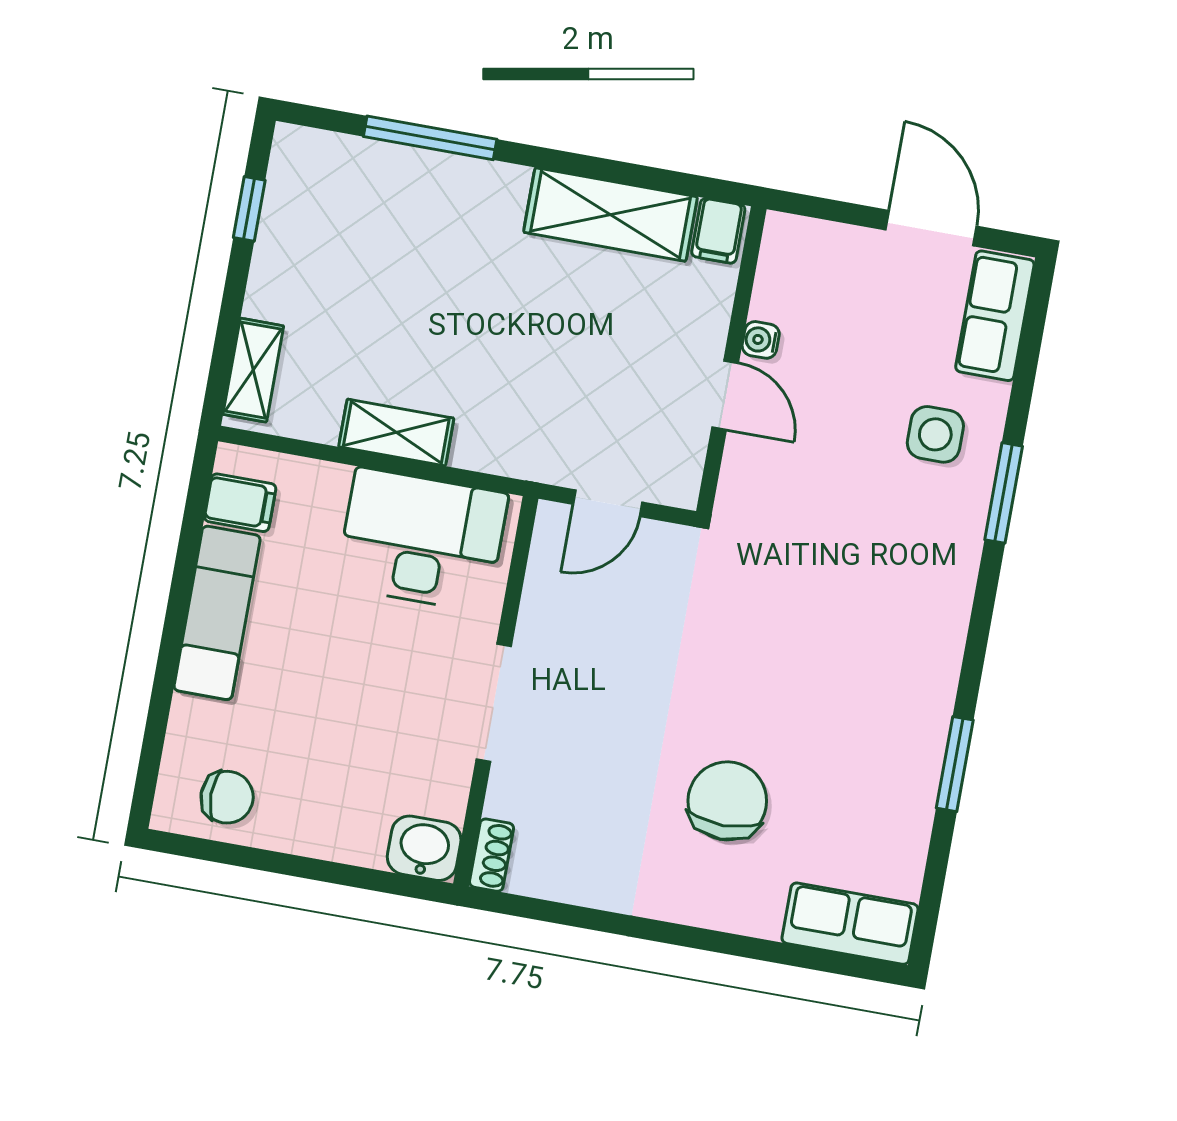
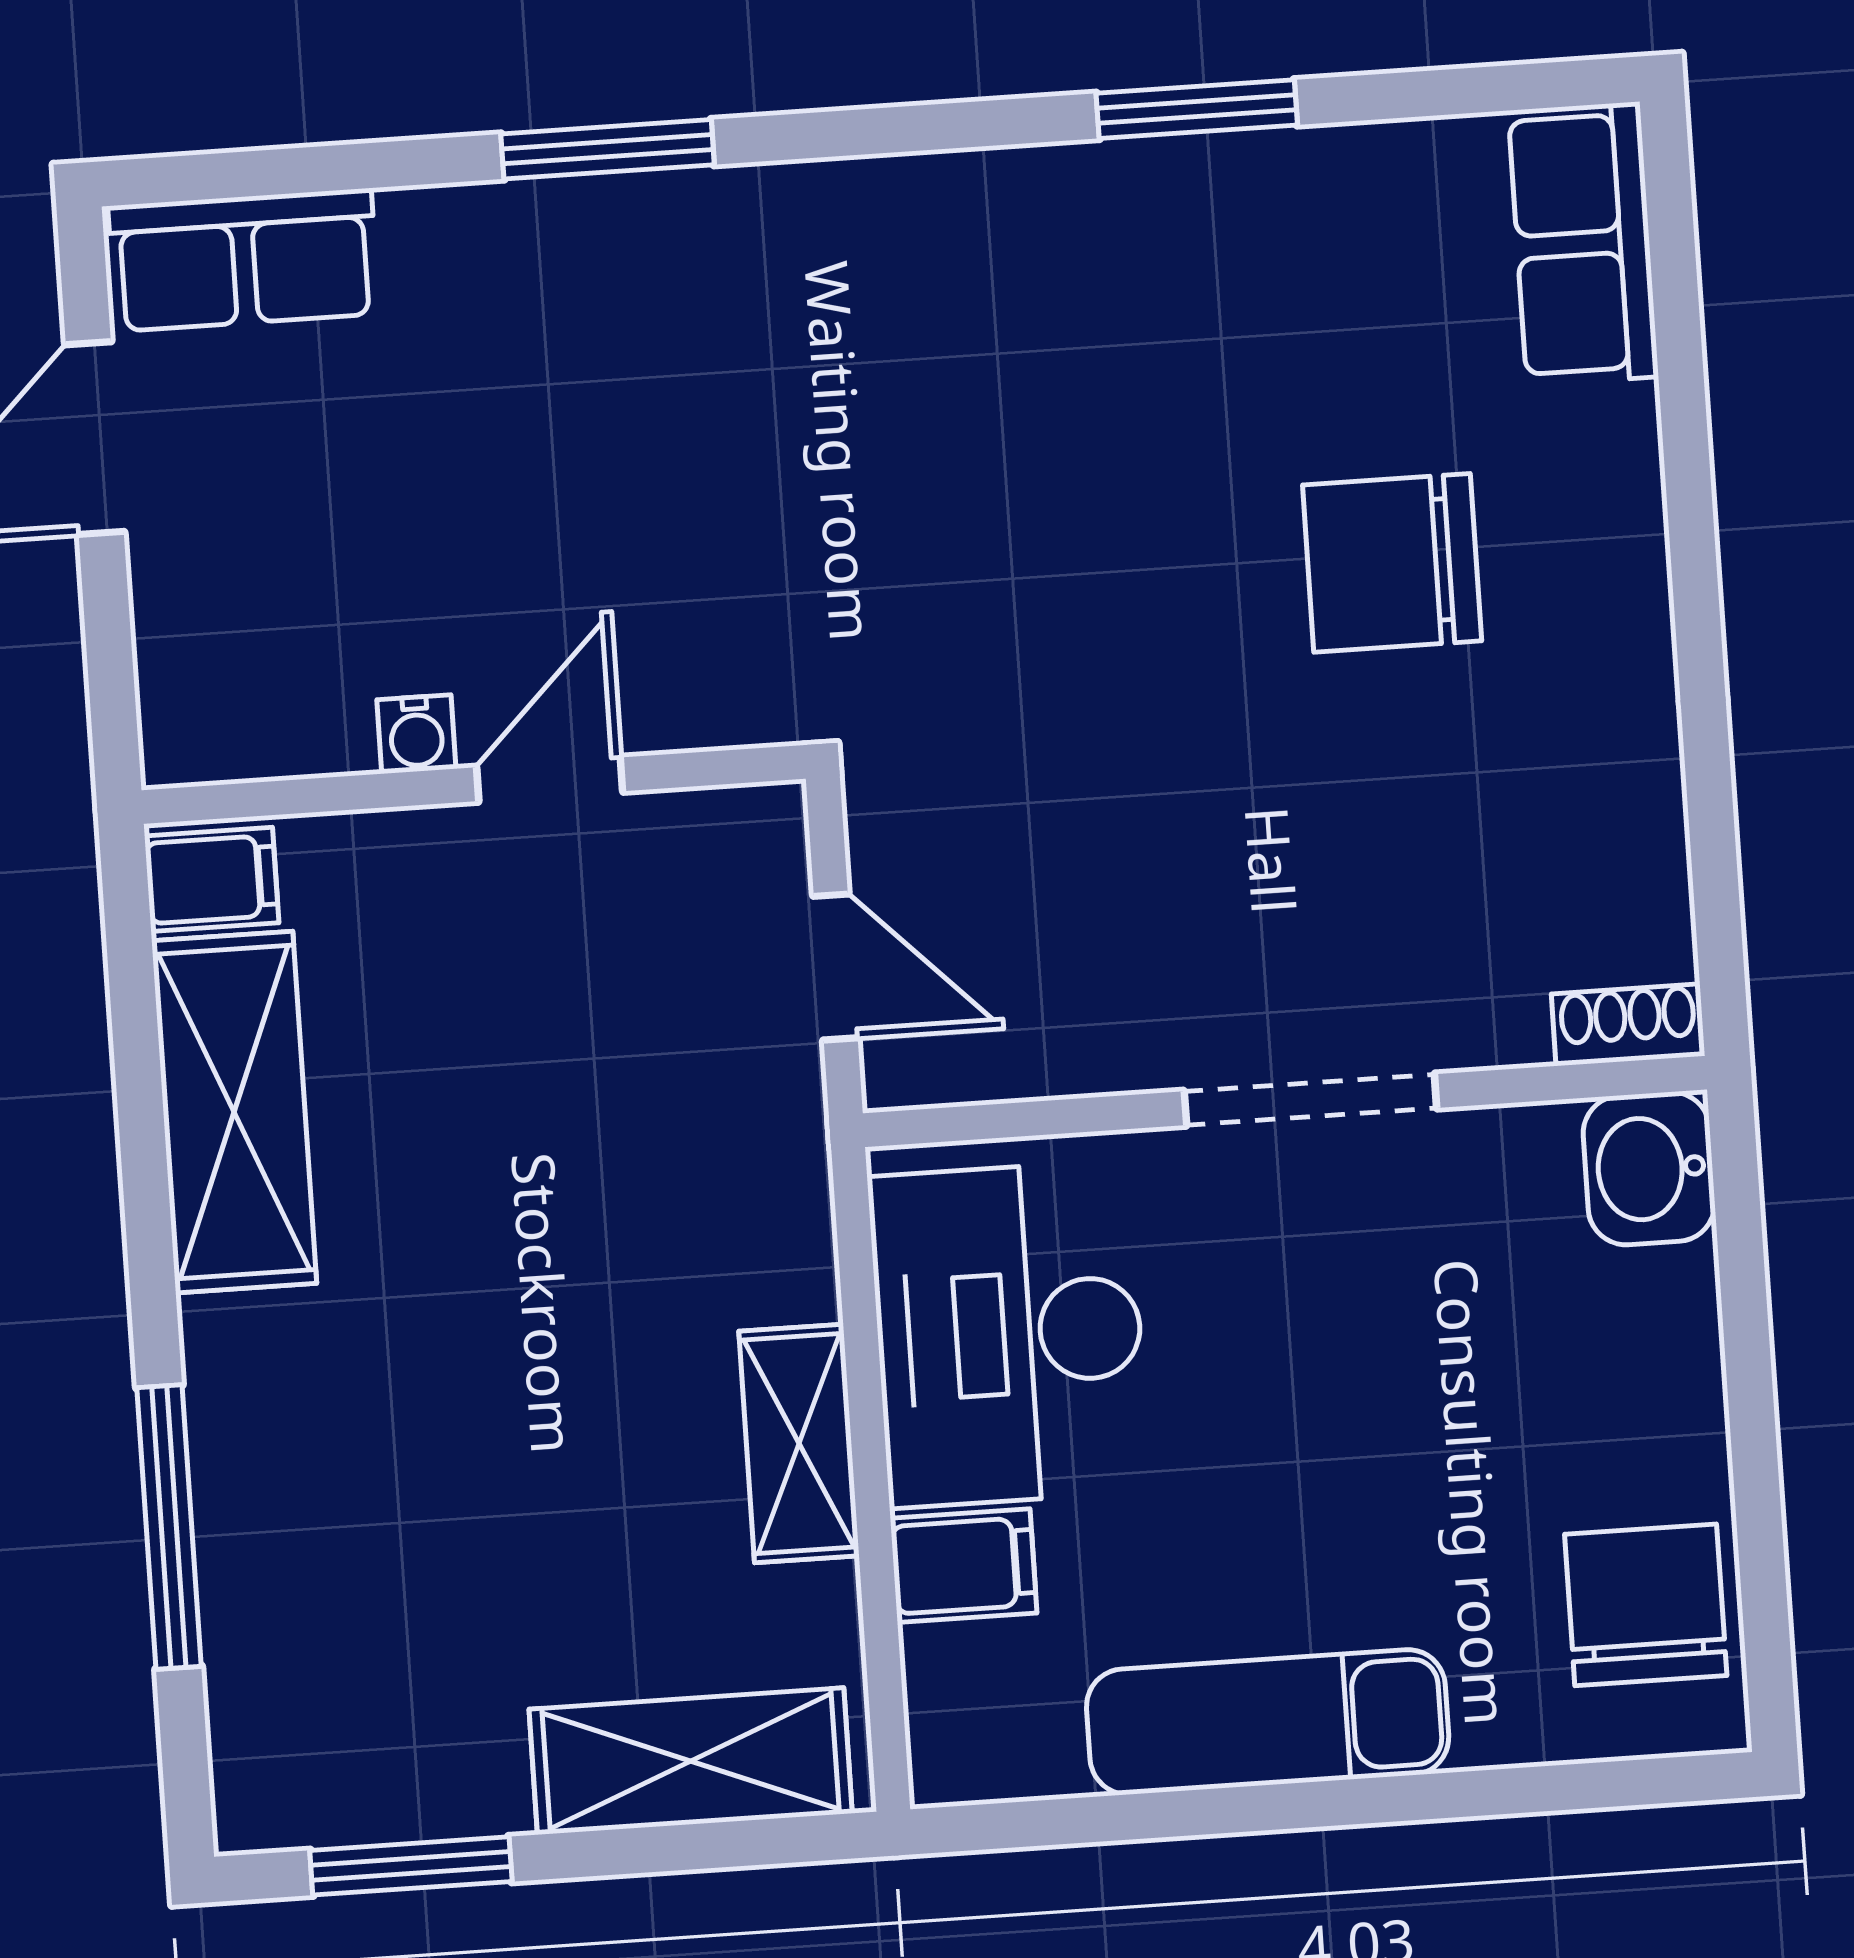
window: (249, 209) -> (411, 1866), width x1.50
shelving: (253, 370) -> (691, 1761), width x1.50, depth x1.33
side table: (935, 434) -> (522, 322), removed
filing cabinet: (240, 503) -> (964, 1566), moved, turned 90
chair: (227, 797) -> (1646, 1605), width x1.37, depth x1.37

